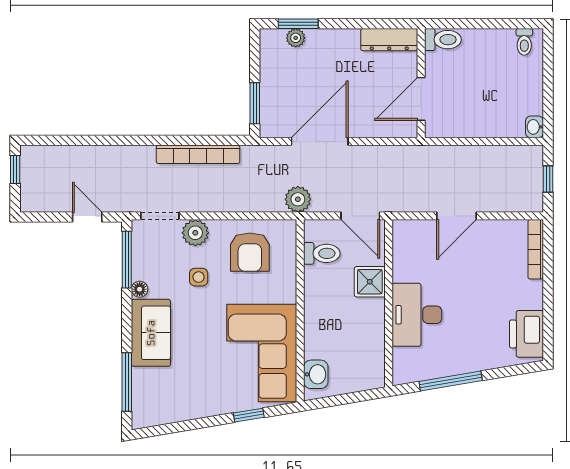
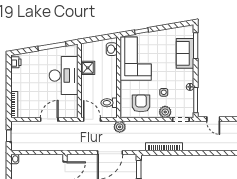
shower: (370, 282) -> (88, 68), moved
desk: (417, 315) -> (64, 76), width x1.36, depth x1.30
sofa: (151, 333) -> (185, 53), moved
printer: (526, 334) -> (16, 62), width x0.53, depth x0.68

